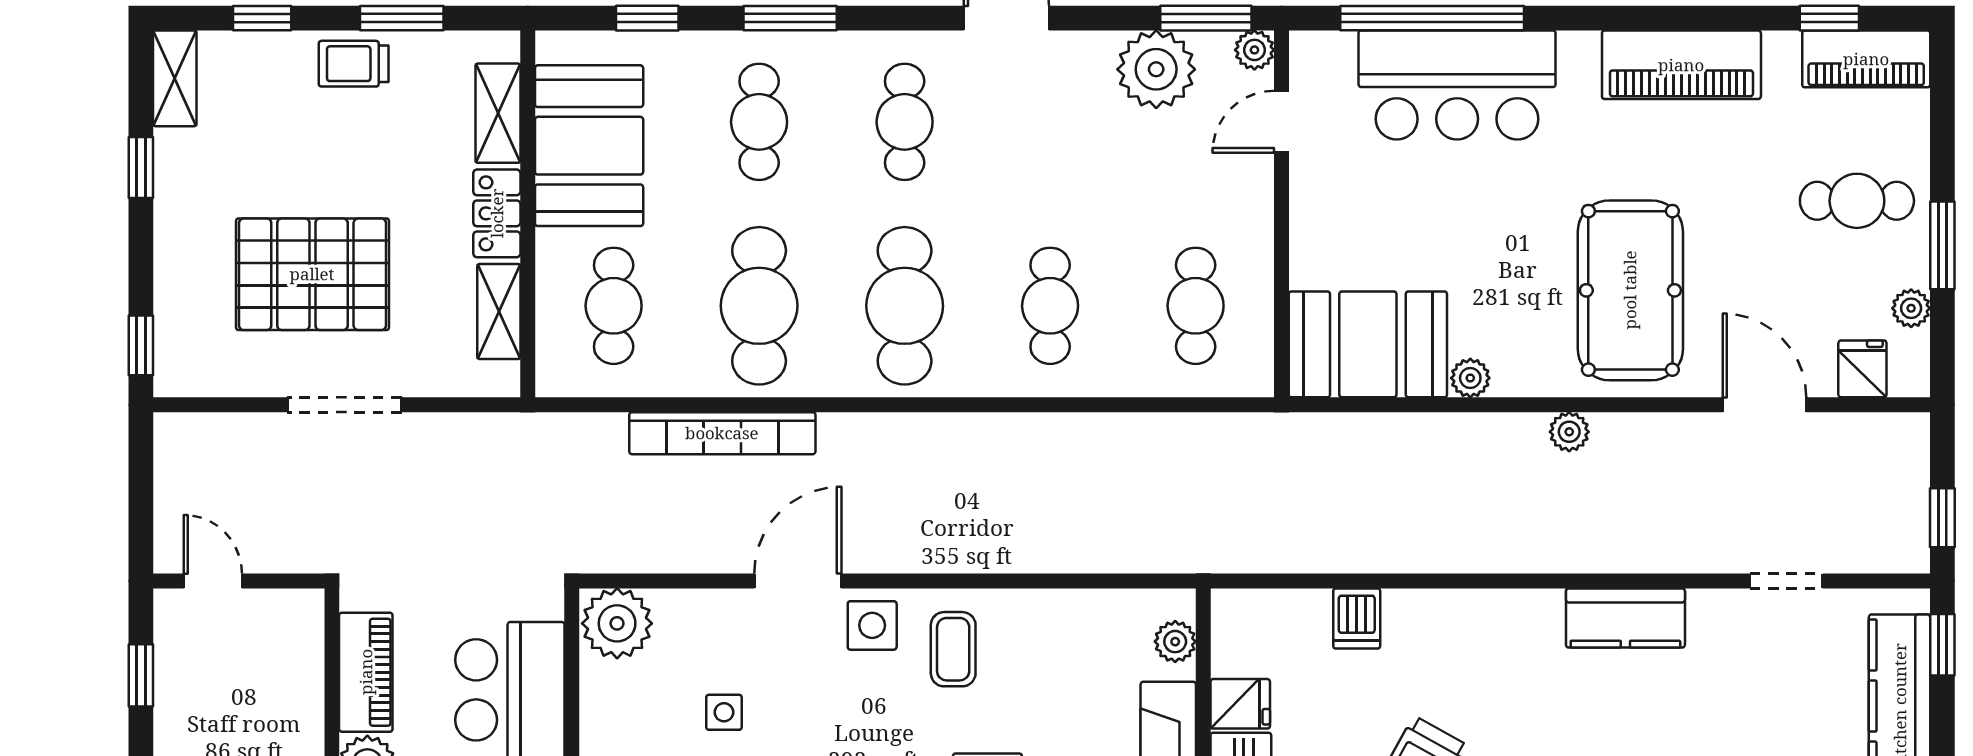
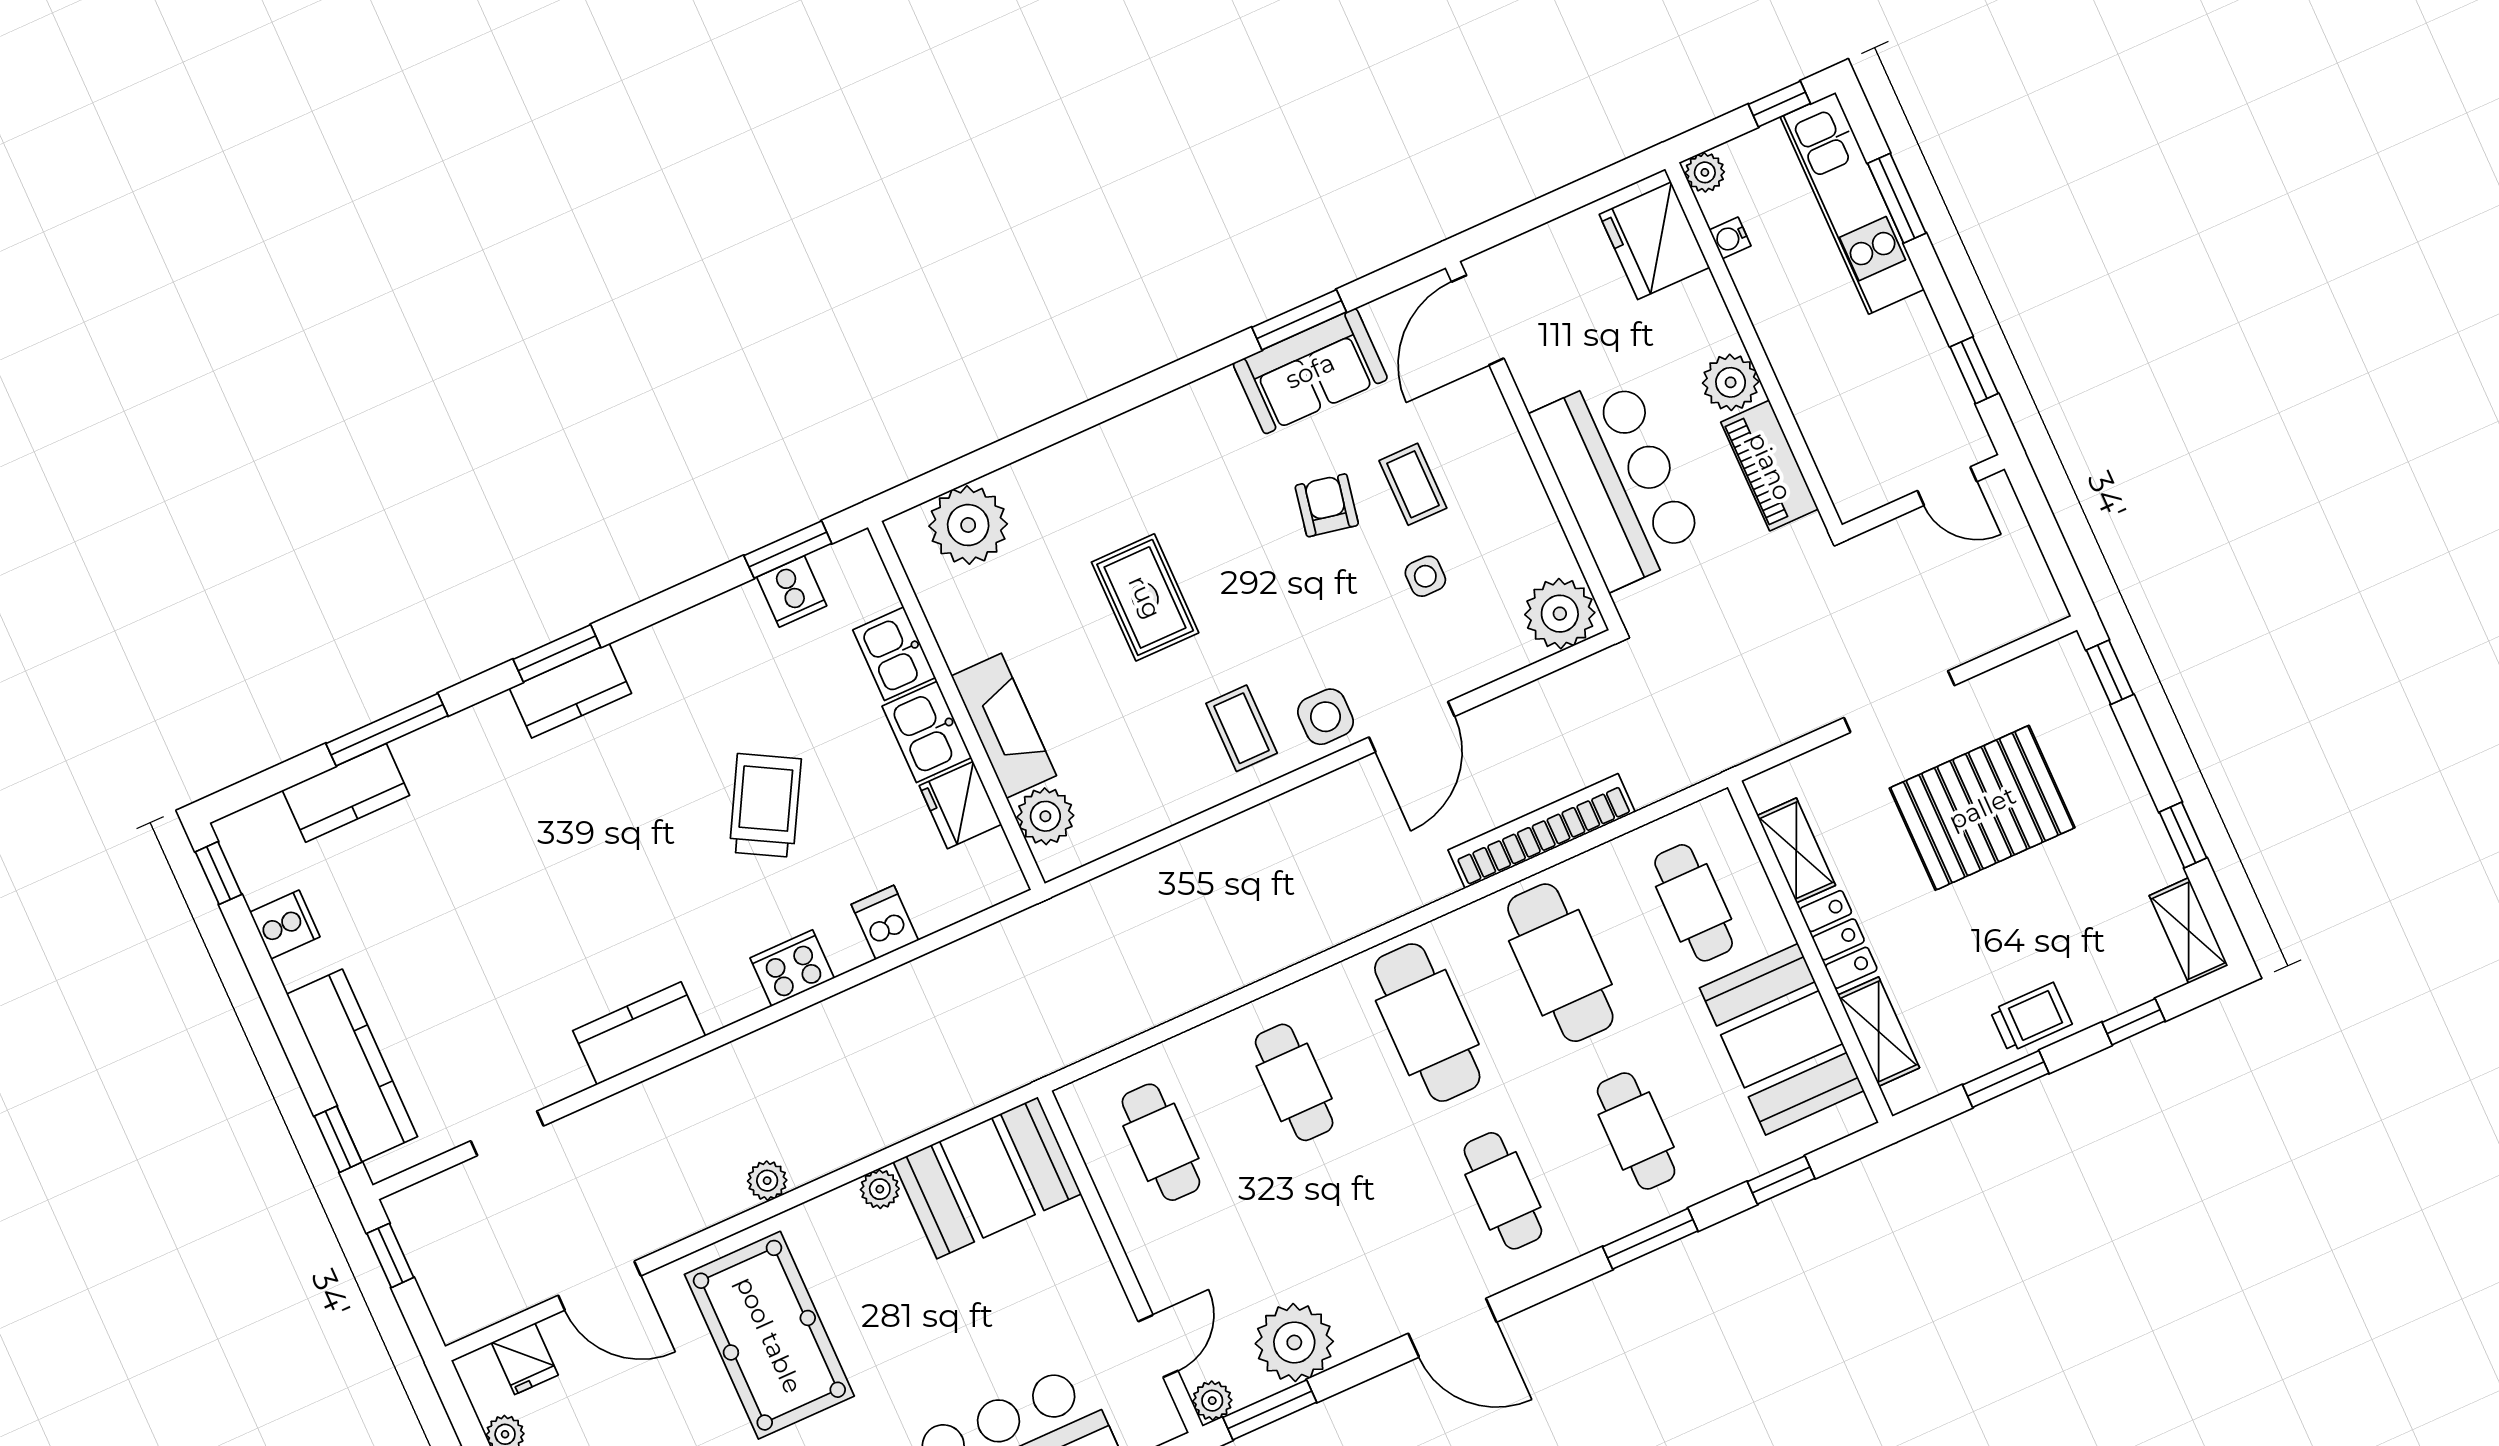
cooker: (1460, 615) -> (792, 968), added
plant: (1175, 642) -> (1045, 816), width x1.38, depth x1.38
fridge: (1240, 704) -> (960, 805), width x1.38

